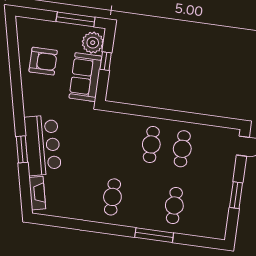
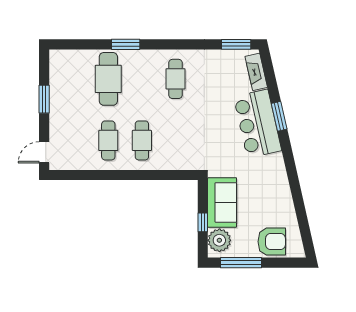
armchair: (43, 61) -> (272, 242), moved, turned 180
cafe table: (174, 206) -> (108, 79), width x1.37, depth x1.35
window: (52, 221) -> (236, 44), added
window: (154, 235) -> (126, 44), width x0.69

